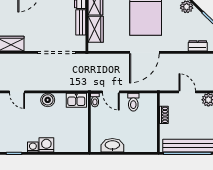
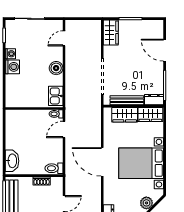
bench: (81, 22) -> (127, 100), width x1.36
toilet: (133, 102) -> (54, 168), moved
washbasin: (112, 145) -> (12, 161), moved

